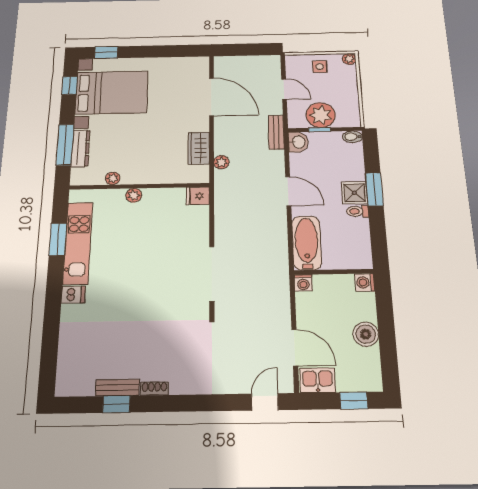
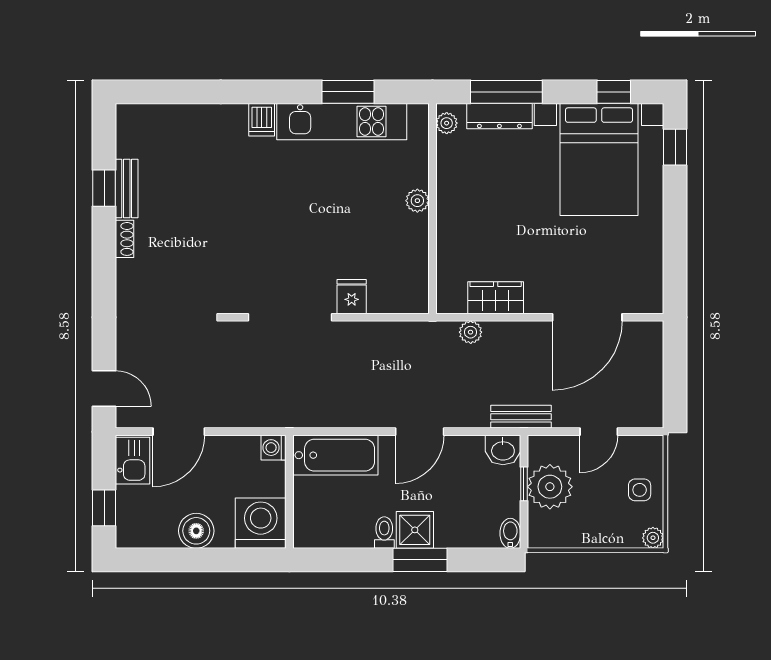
plant: (113, 178) -> (447, 123), moved
fridge: (198, 196) -> (352, 297), moved
washing machine: (365, 282) -> (261, 523), width x1.89, depth x1.89

